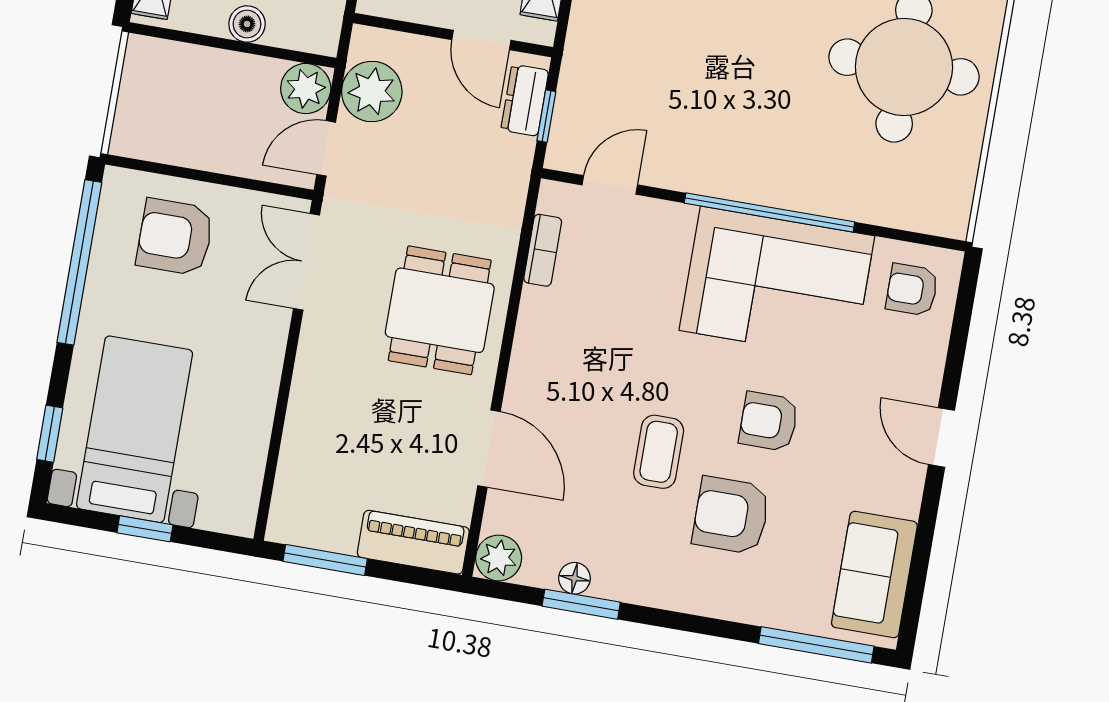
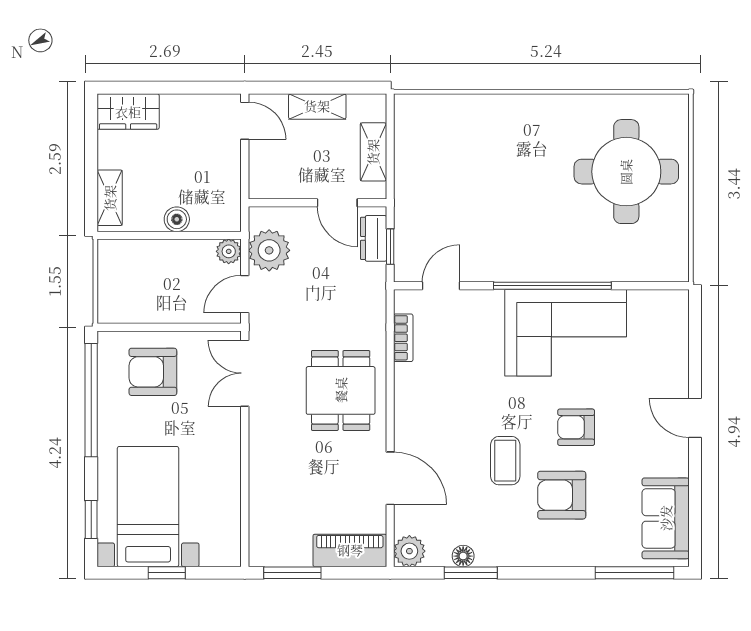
plant: (306, 89) -> (229, 251), width x0.73, depth x0.73
armchair: (912, 290) -> (658, 321), removed

